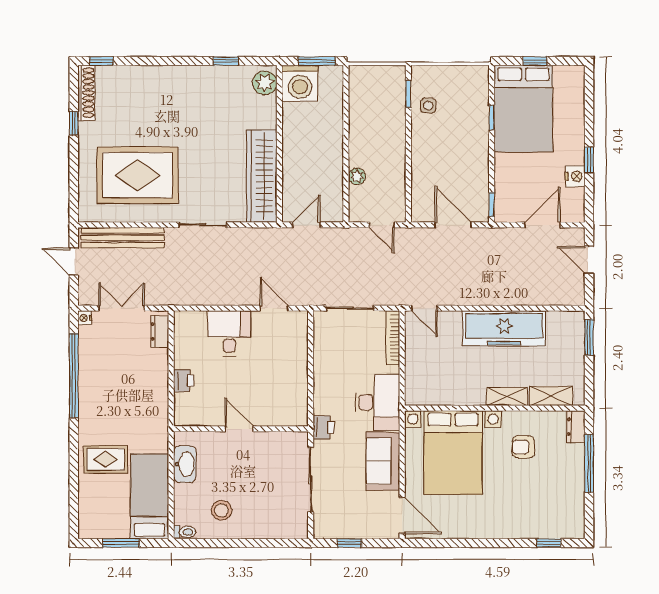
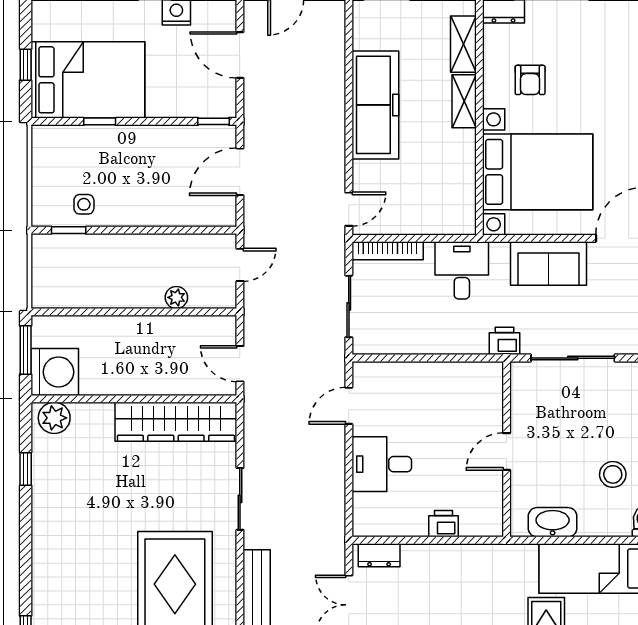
desk: (378, 402) -> (462, 270), width x0.73

